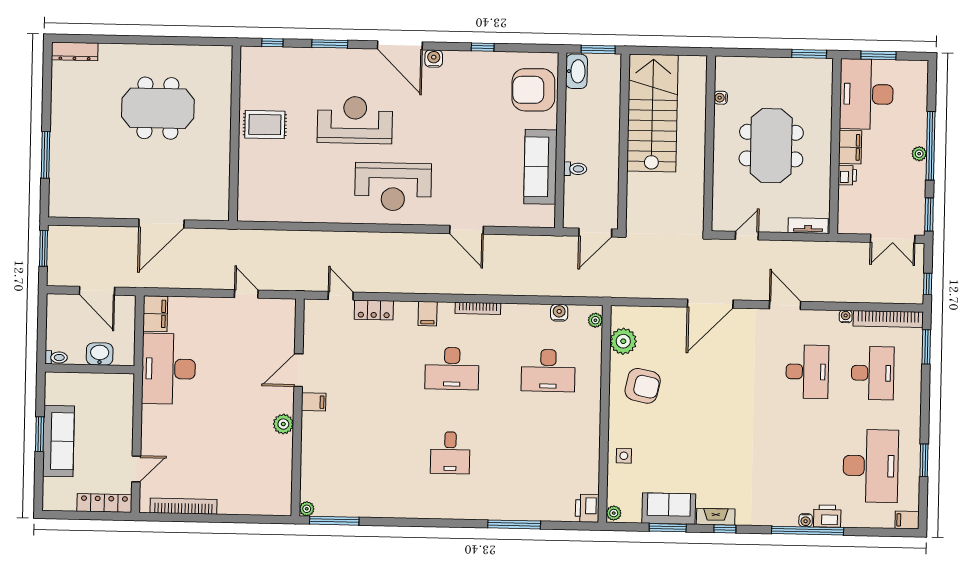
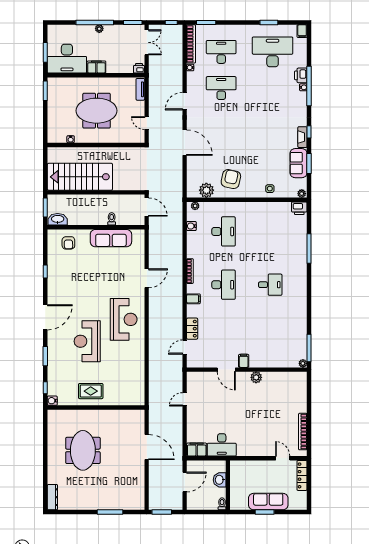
water cooler: (434, 59) -> (52, 401), moved
armchair: (533, 90) -> (68, 243), width x0.53, depth x0.53
rug: (265, 125) -> (91, 391), turned 90
printer: (847, 175) -> (139, 68), moved
desk: (169, 369) -> (222, 445), width x0.73, depth x0.77

